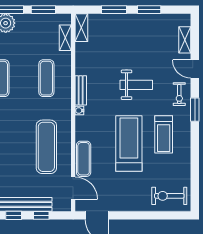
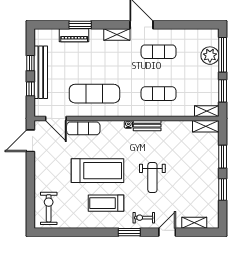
shelving: (65, 38) -> (207, 111), moved
door: (73, 188) -> (56, 118), hinge flipped

